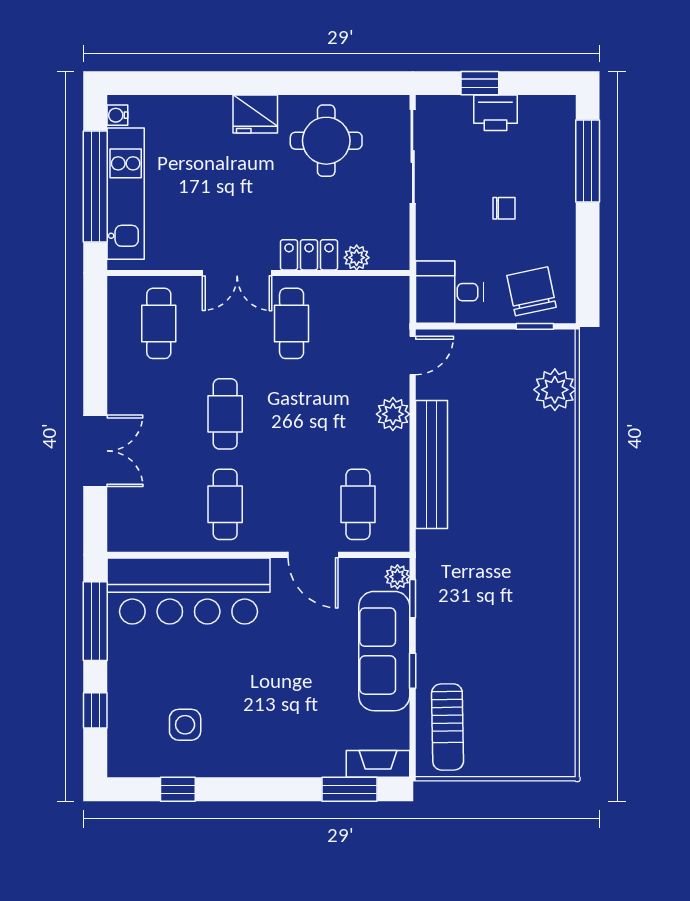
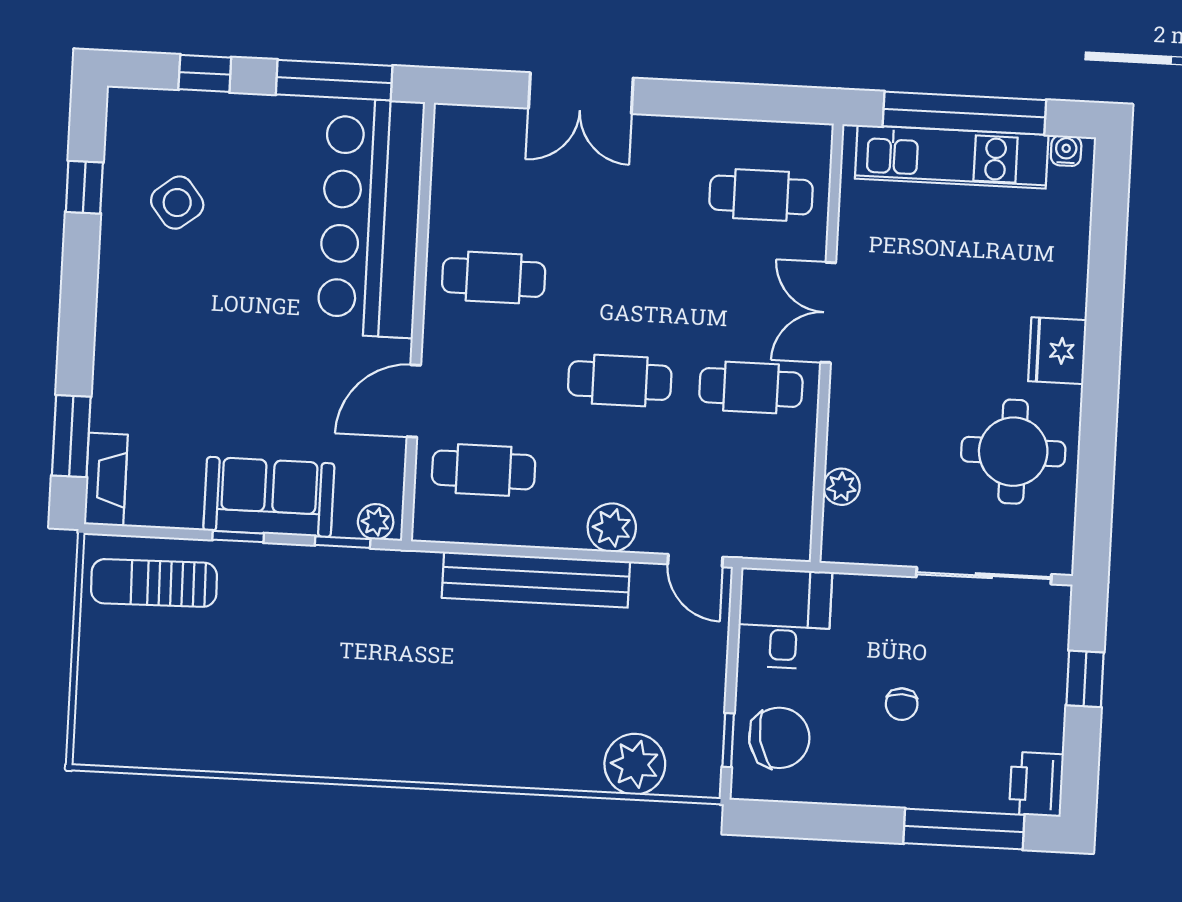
printer: (495, 113) -> (1036, 784), moved
locker: (309, 255) -> (849, 418), removed
cafe table: (225, 414) -> (620, 381), moved
sofa: (384, 651) -> (269, 497), width x0.73
side table: (185, 725) -> (177, 203), turned -38

